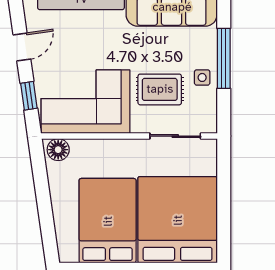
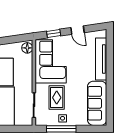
window: (224, 58) -> (61, 129), moved

